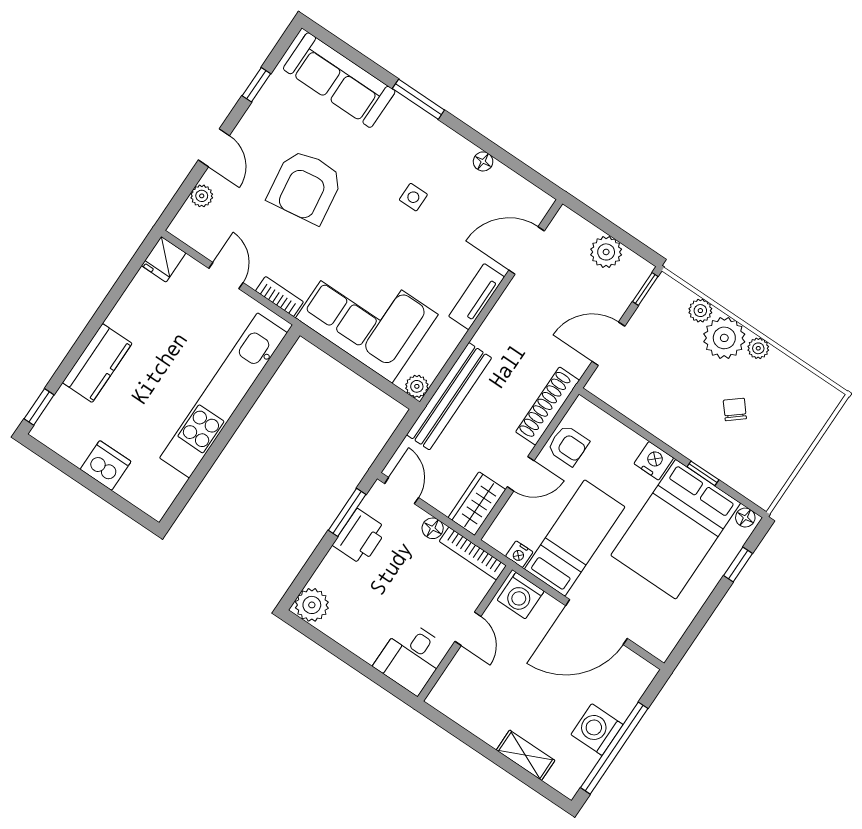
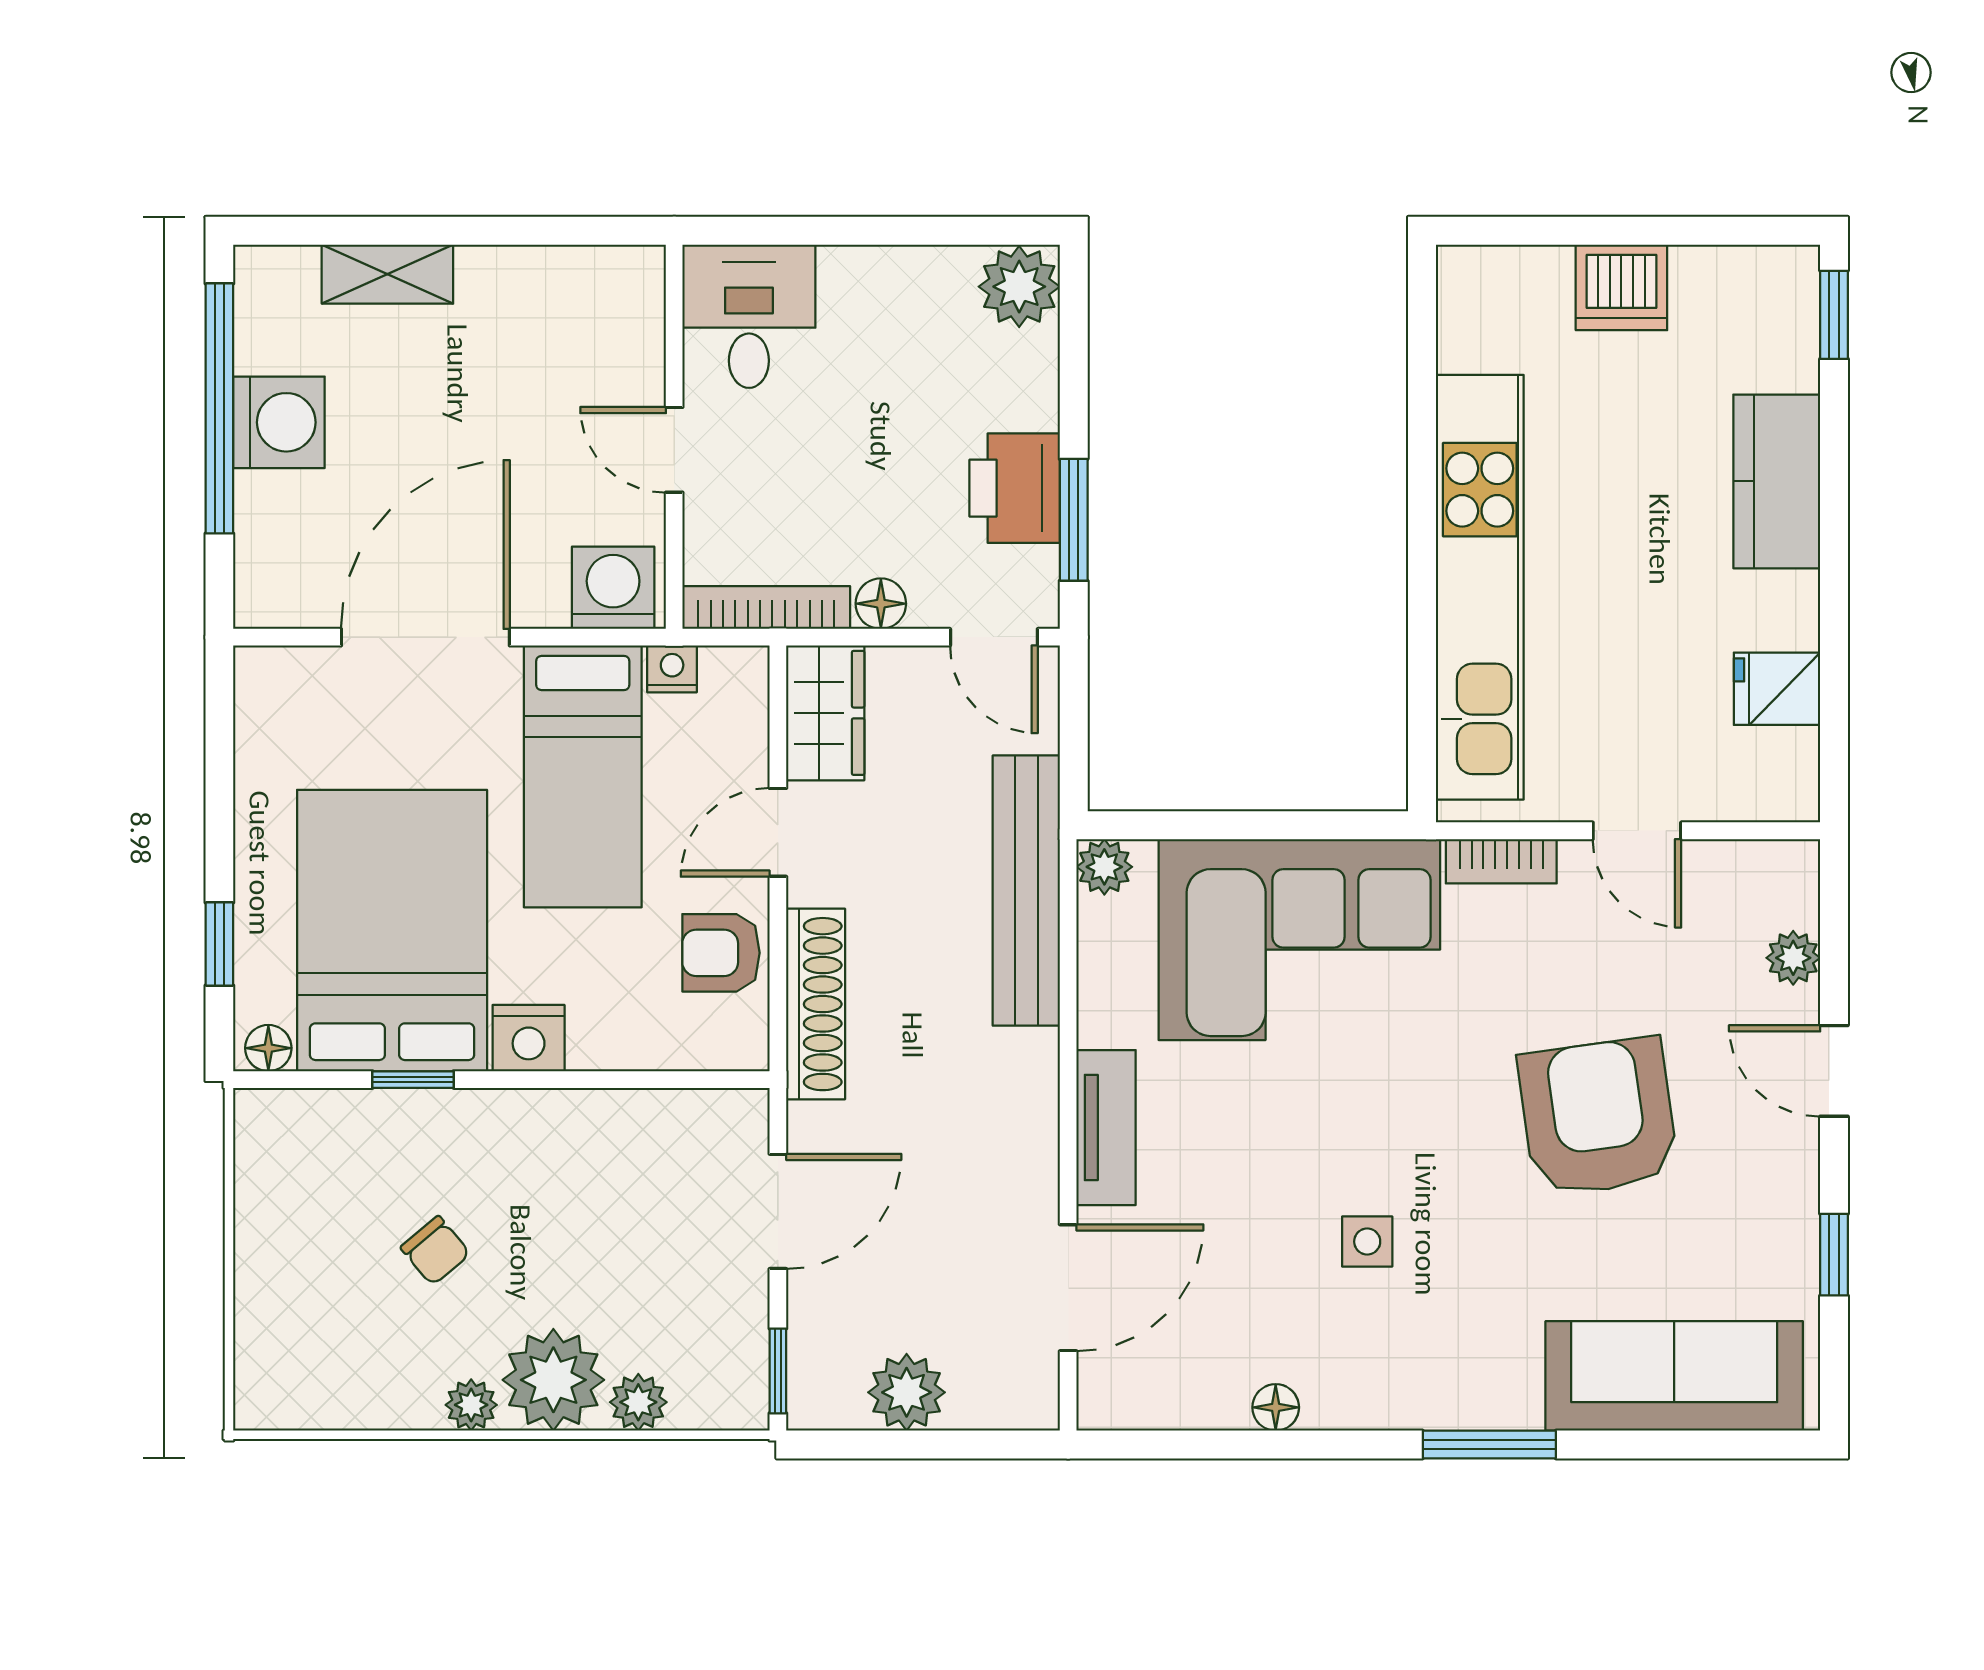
fridge: (164, 259) -> (1777, 689), moved, turned -90

